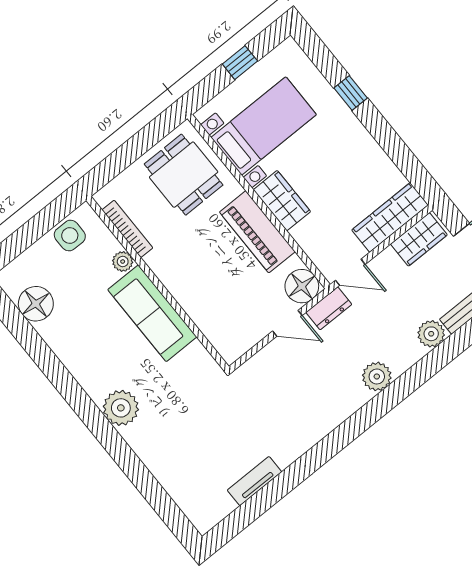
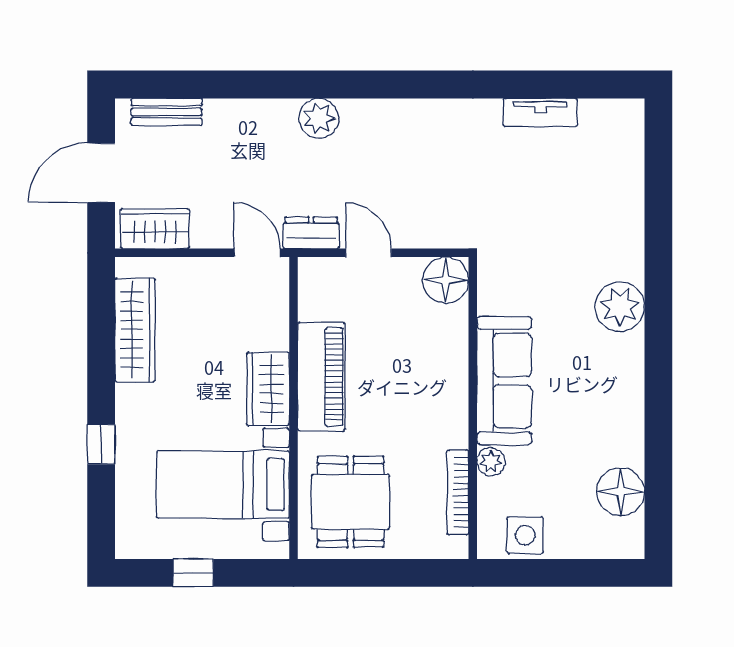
wardrobe: (390, 217) -> (135, 330), moved, turned -90
floor lamp: (302, 286) -> (446, 280), moved
plant: (431, 334) -> (224, 117), removed

